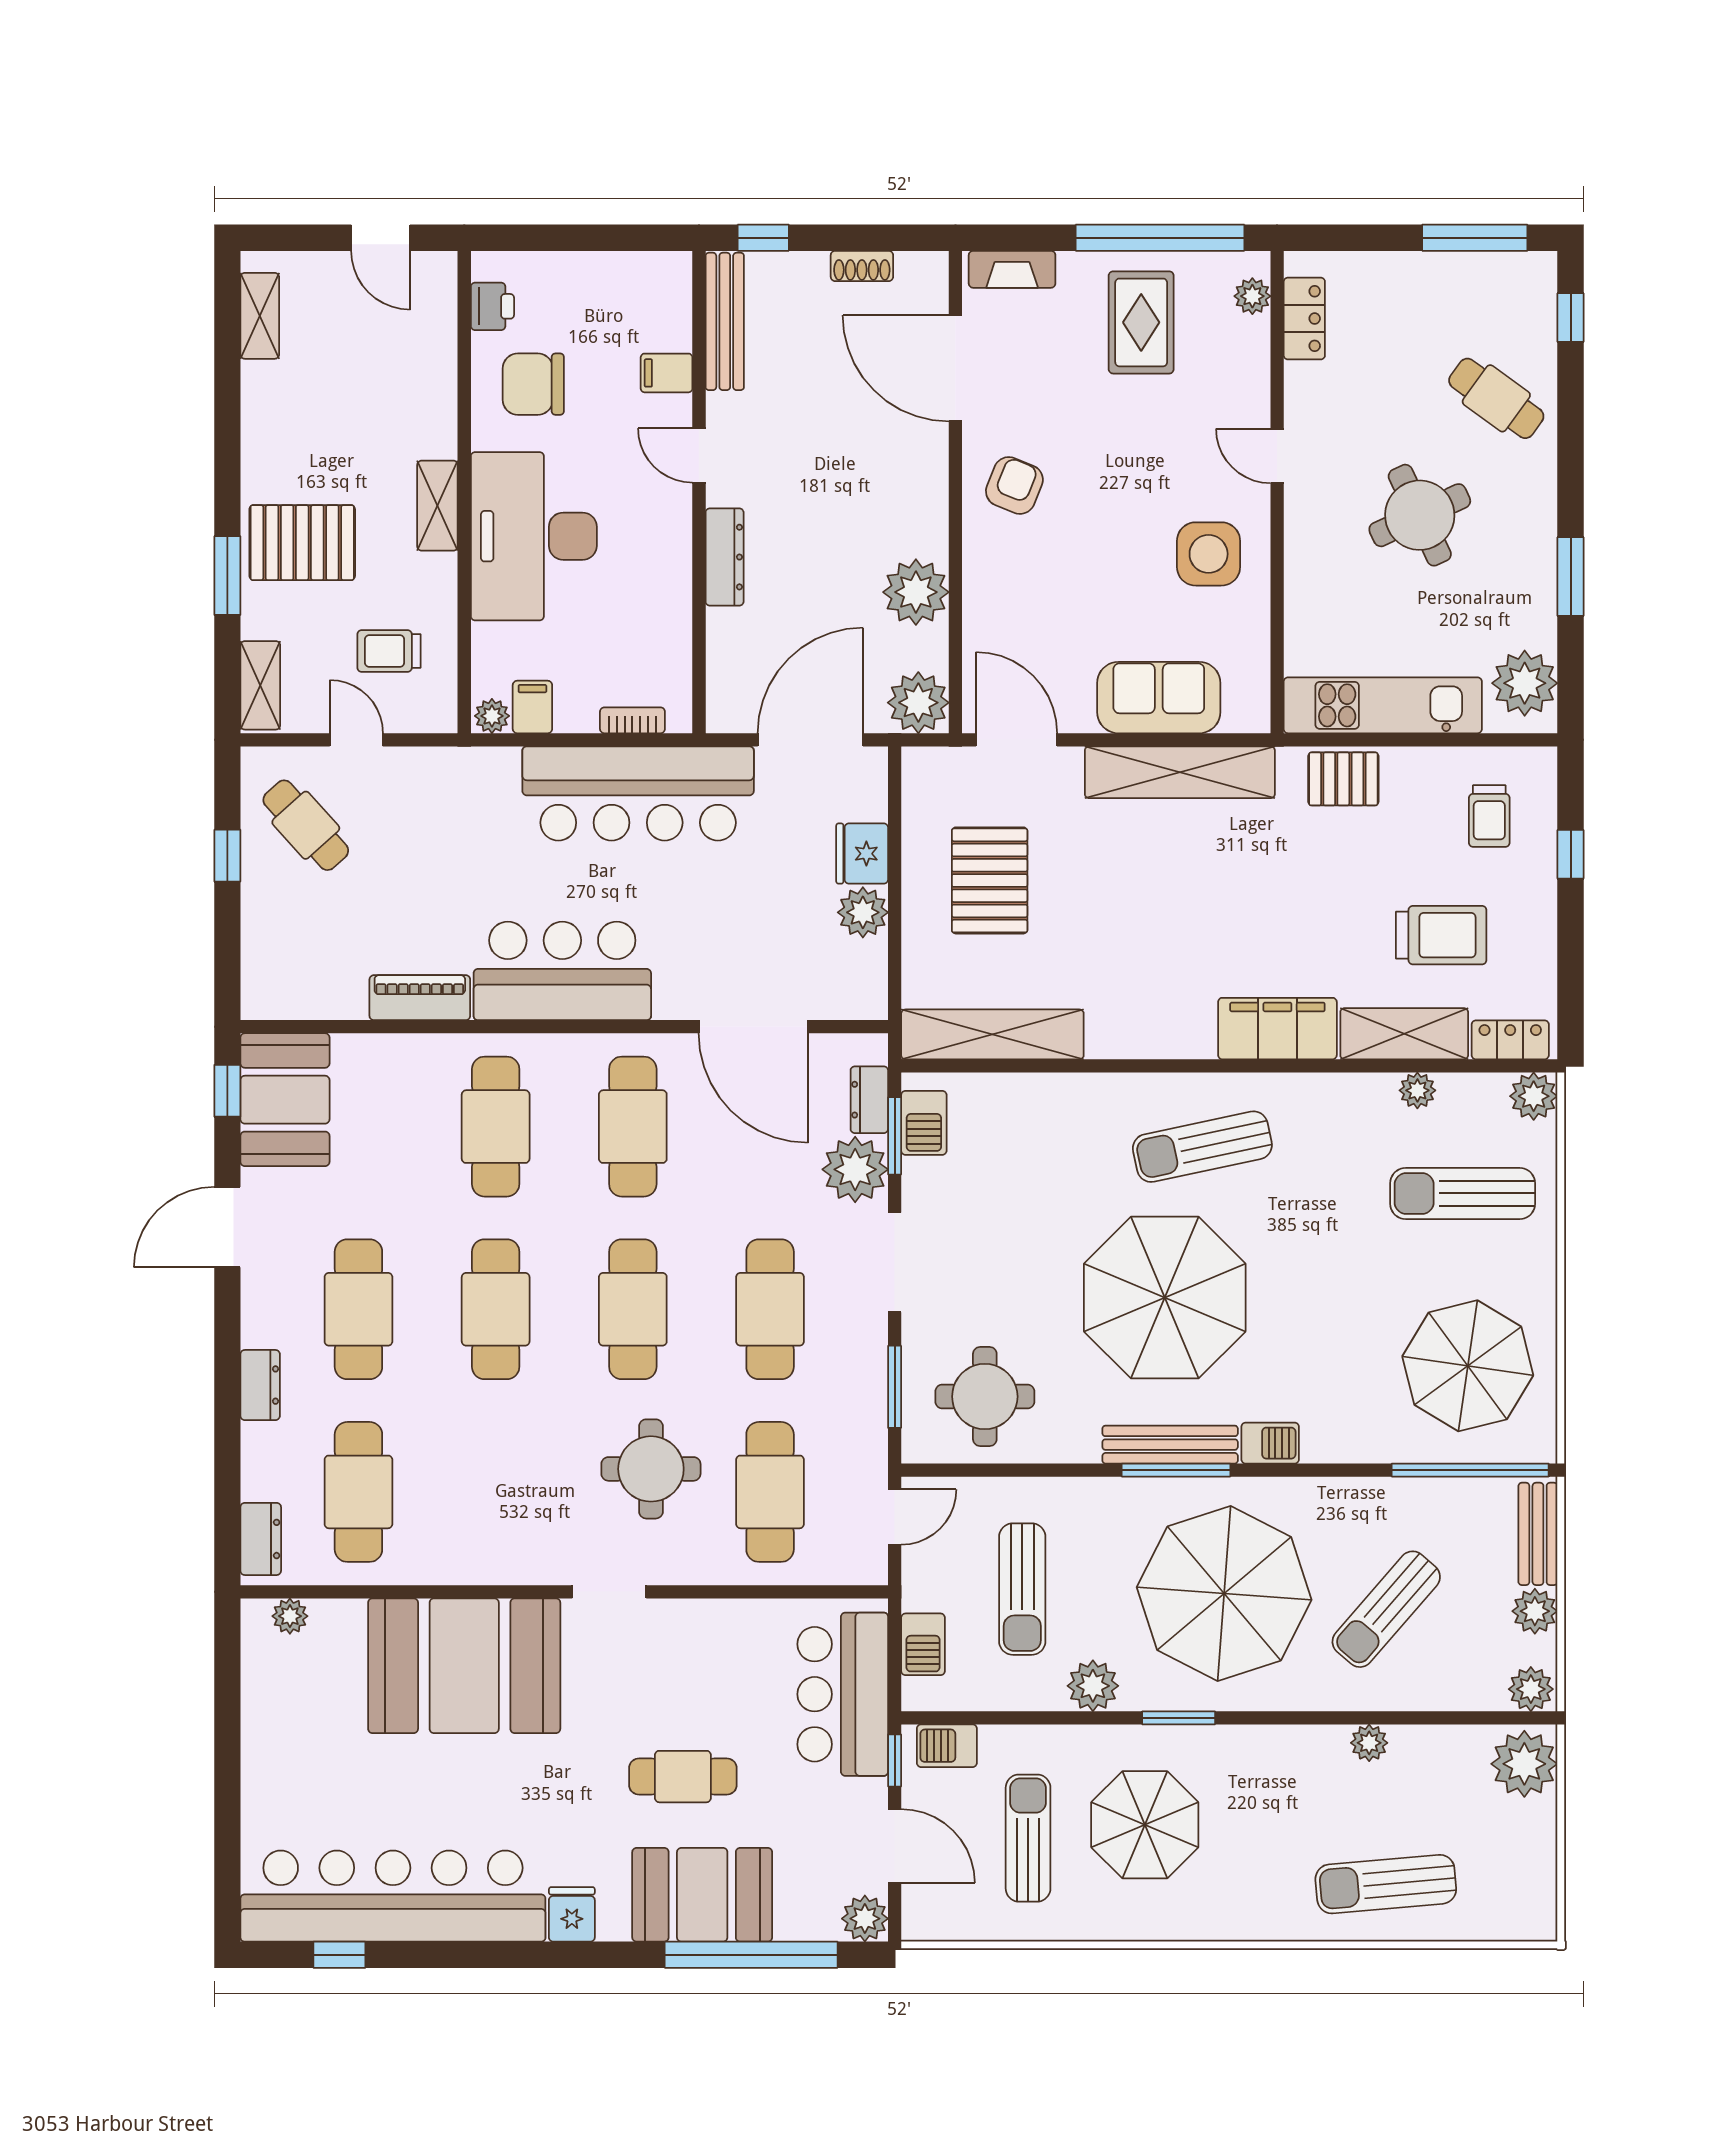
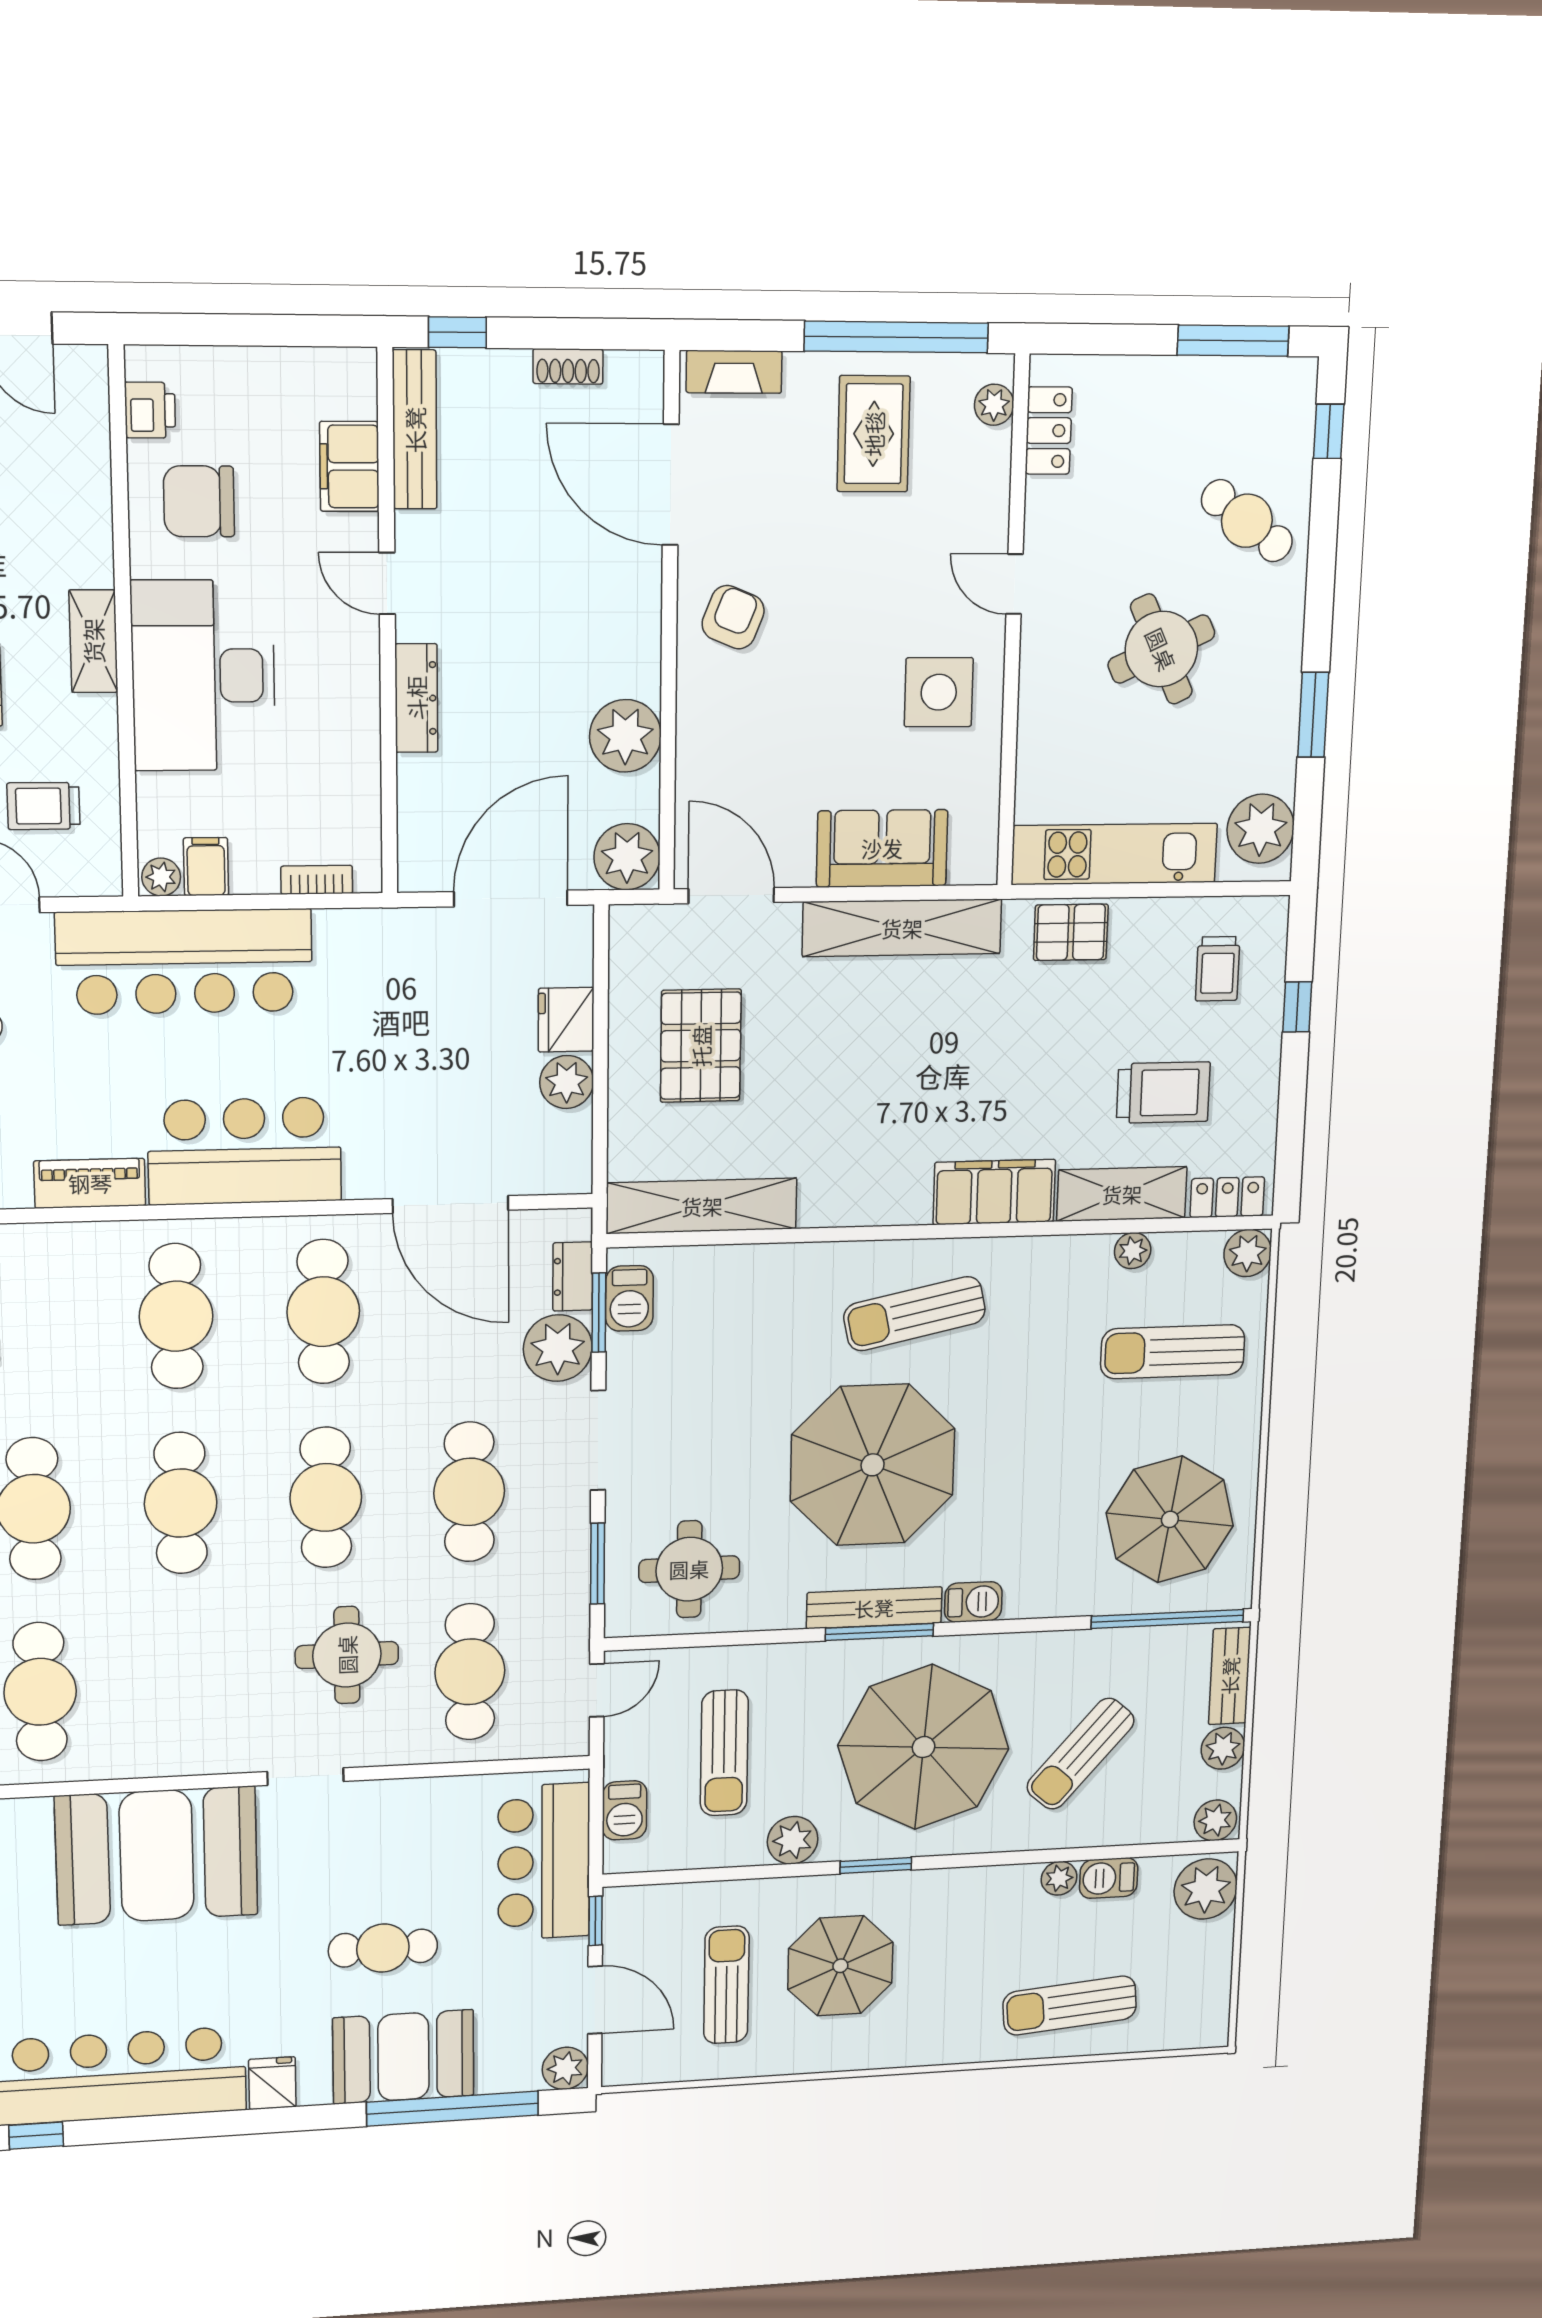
filing cabinet: (667, 373) -> (349, 466), width x2.00
bar counter: (638, 793) -> (185, 962), moved
barbecue: (947, 1746) -> (1109, 1878), moved

